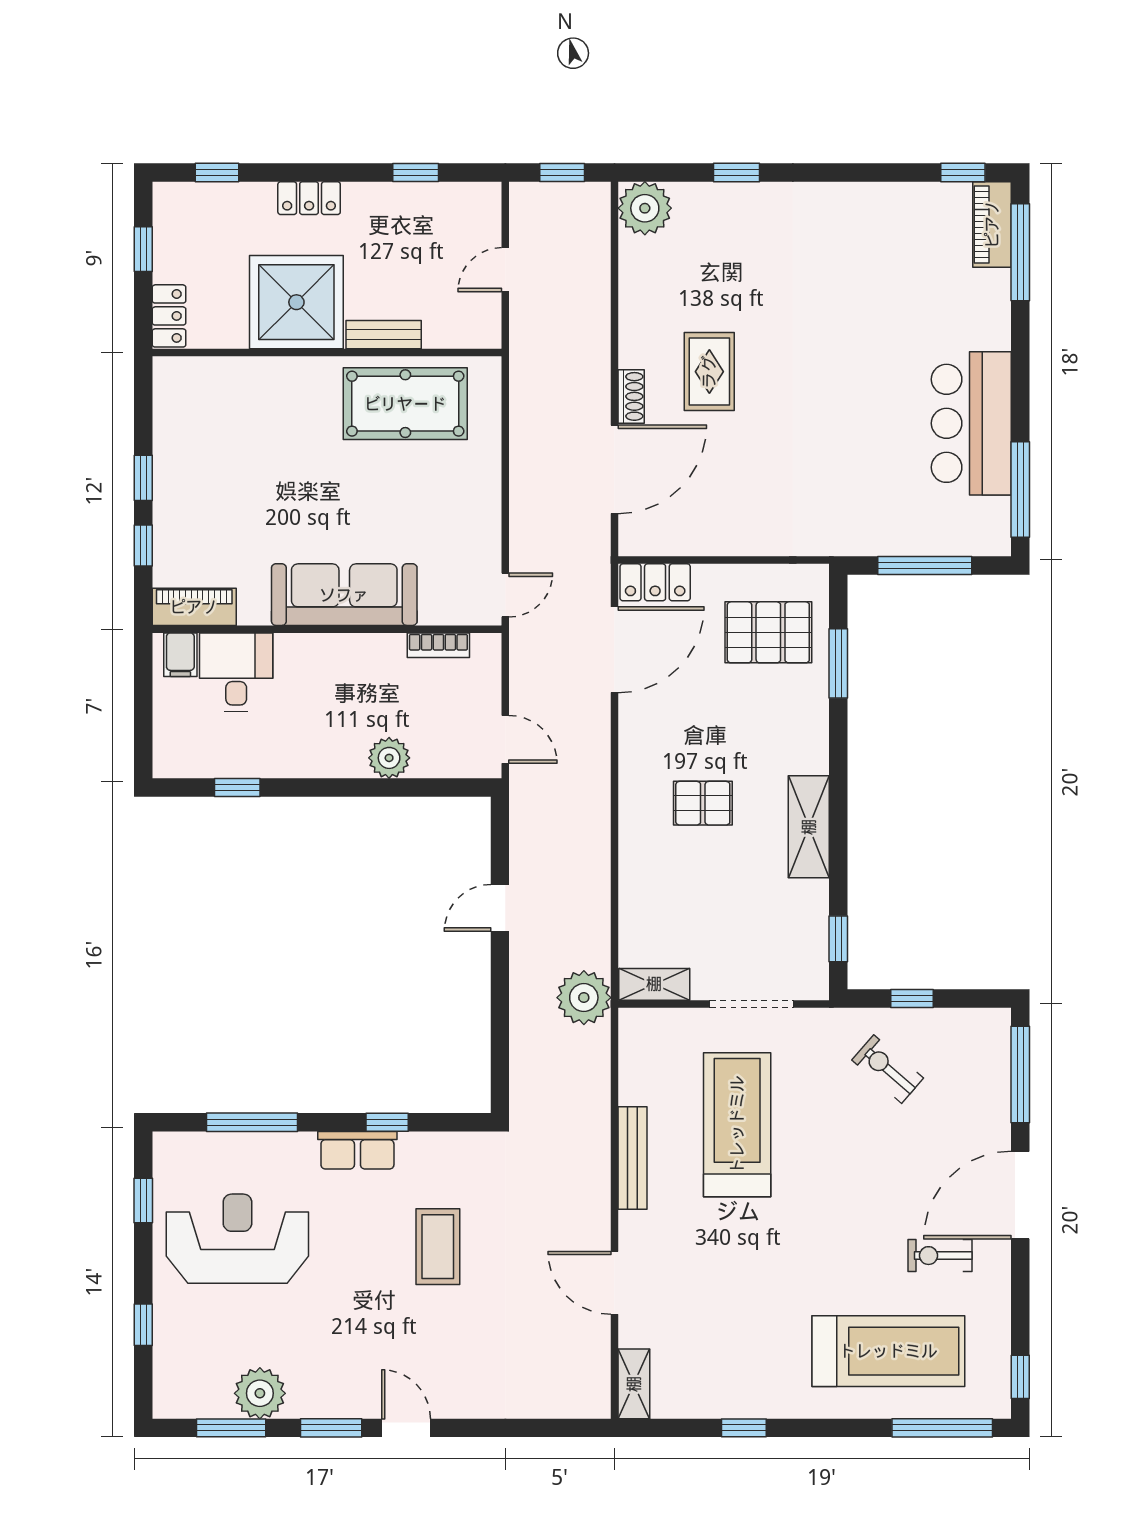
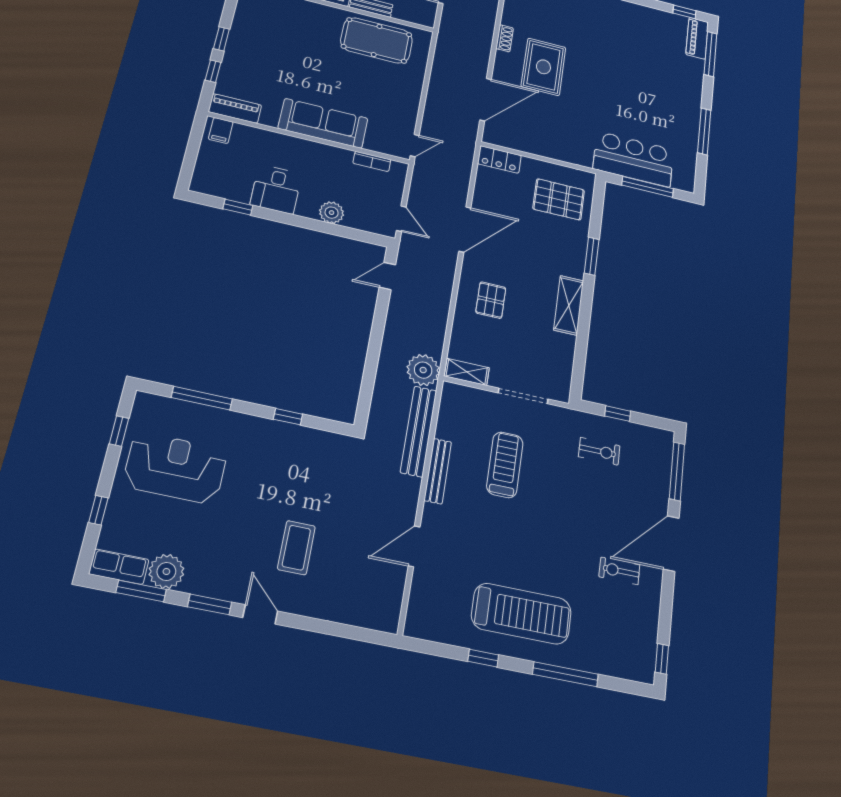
rug: (709, 372) -> (543, 67), width x1.36, depth x1.43
shoe rack: (631, 396) -> (505, 38), moved
bar counter: (971, 423) -> (633, 159), moved, turned 90
window: (1020, 489) -> (704, 131), moved
door: (614, 650) -> (465, 229), moved
window: (838, 663) -> (592, 256), moved
desk: (236, 672) -> (276, 189), moved, turned 180
pallet: (703, 803) -> (491, 300), moved, turned 90
door: (500, 908) -> (387, 276), moved
window: (838, 939) -> (578, 370), removed
exercise bike: (888, 1069) -> (599, 451), turned 139
bench: (593, 1101) -> (419, 431), added
treadmill: (737, 1125) -> (505, 465), width x0.73, depth x0.73
row of seats: (357, 1150) -> (119, 567), moved, turned 180
coffee table: (438, 1247) -> (296, 548), moved
door: (614, 1283) -> (414, 546), hinge flipped
treadmill: (888, 1351) -> (521, 614), moved
shelving: (634, 1384) -> (416, 615), removed
window: (942, 1428) -> (565, 674), moved

